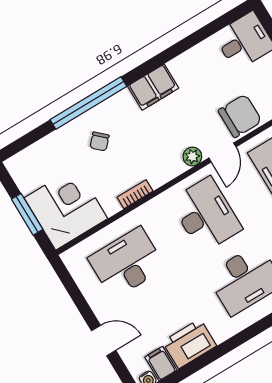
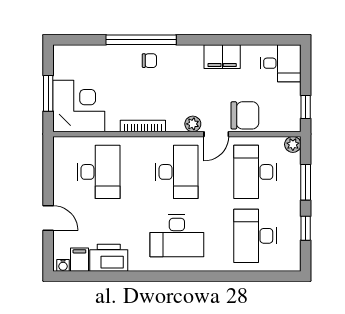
filing cabinet: (153, 87) -> (222, 57), moved
chair: (99, 141) -> (149, 61), moved, turned -133
bookcase: (135, 194) -> (143, 126), width x1.56
desk: (127, 263) -> (99, 172), turned 90

